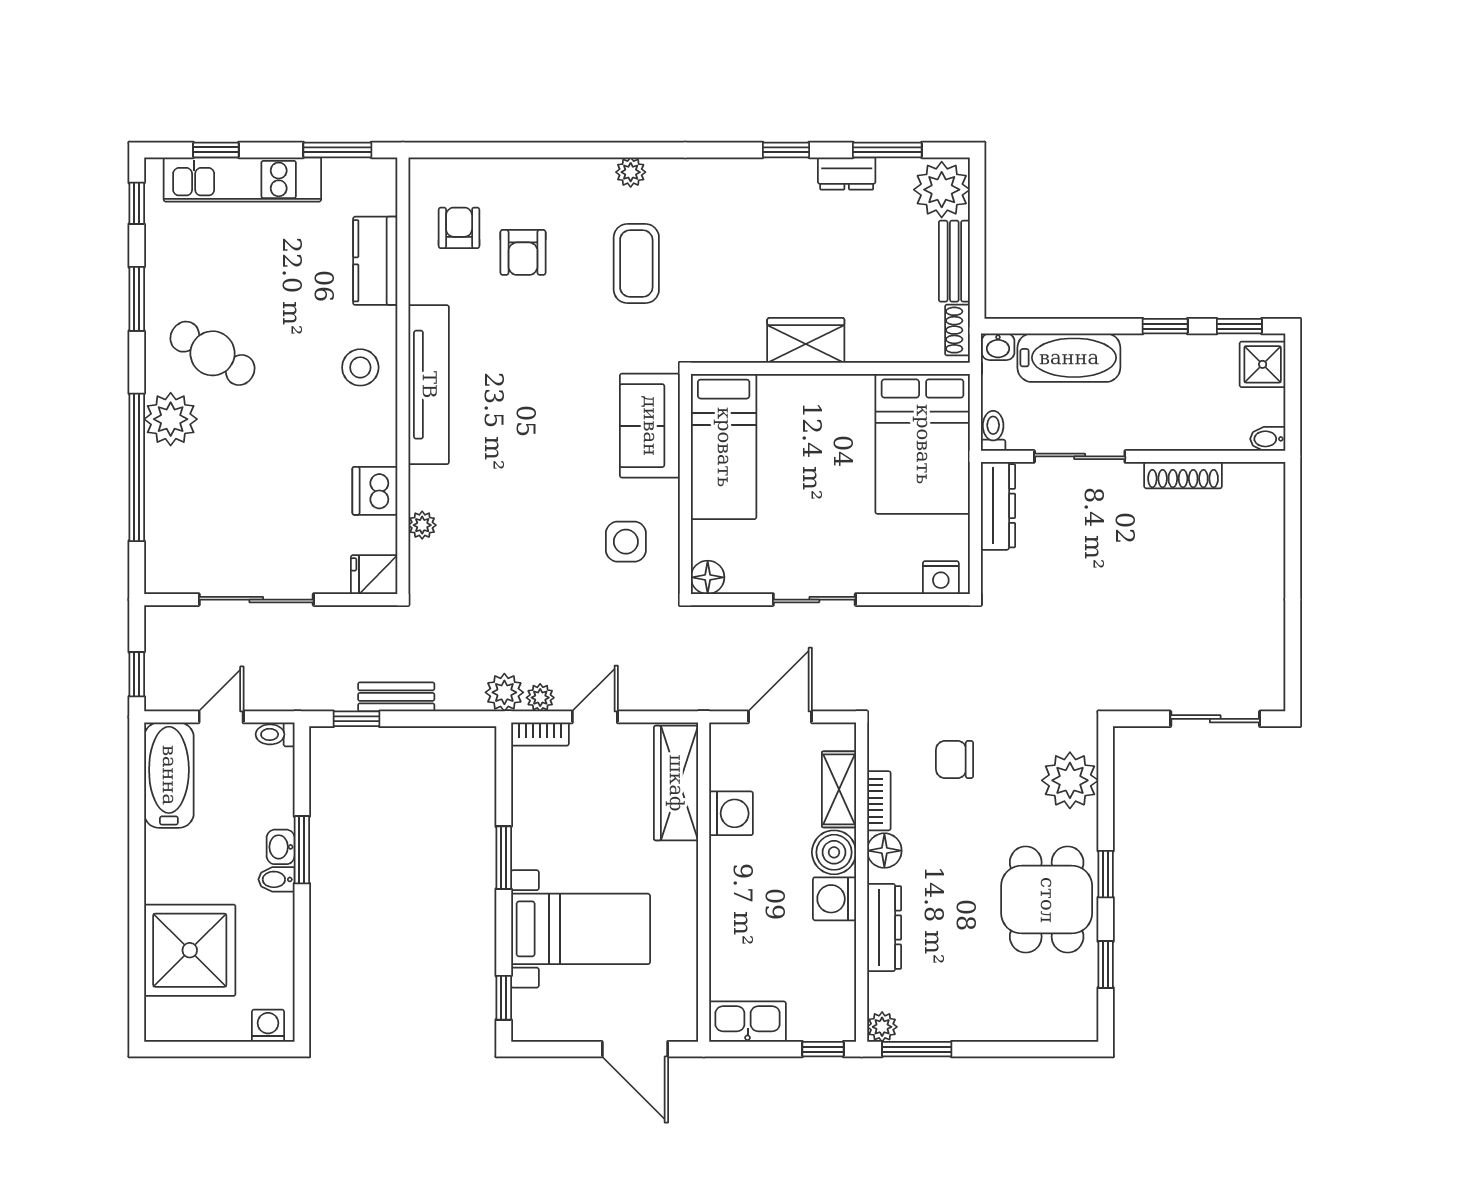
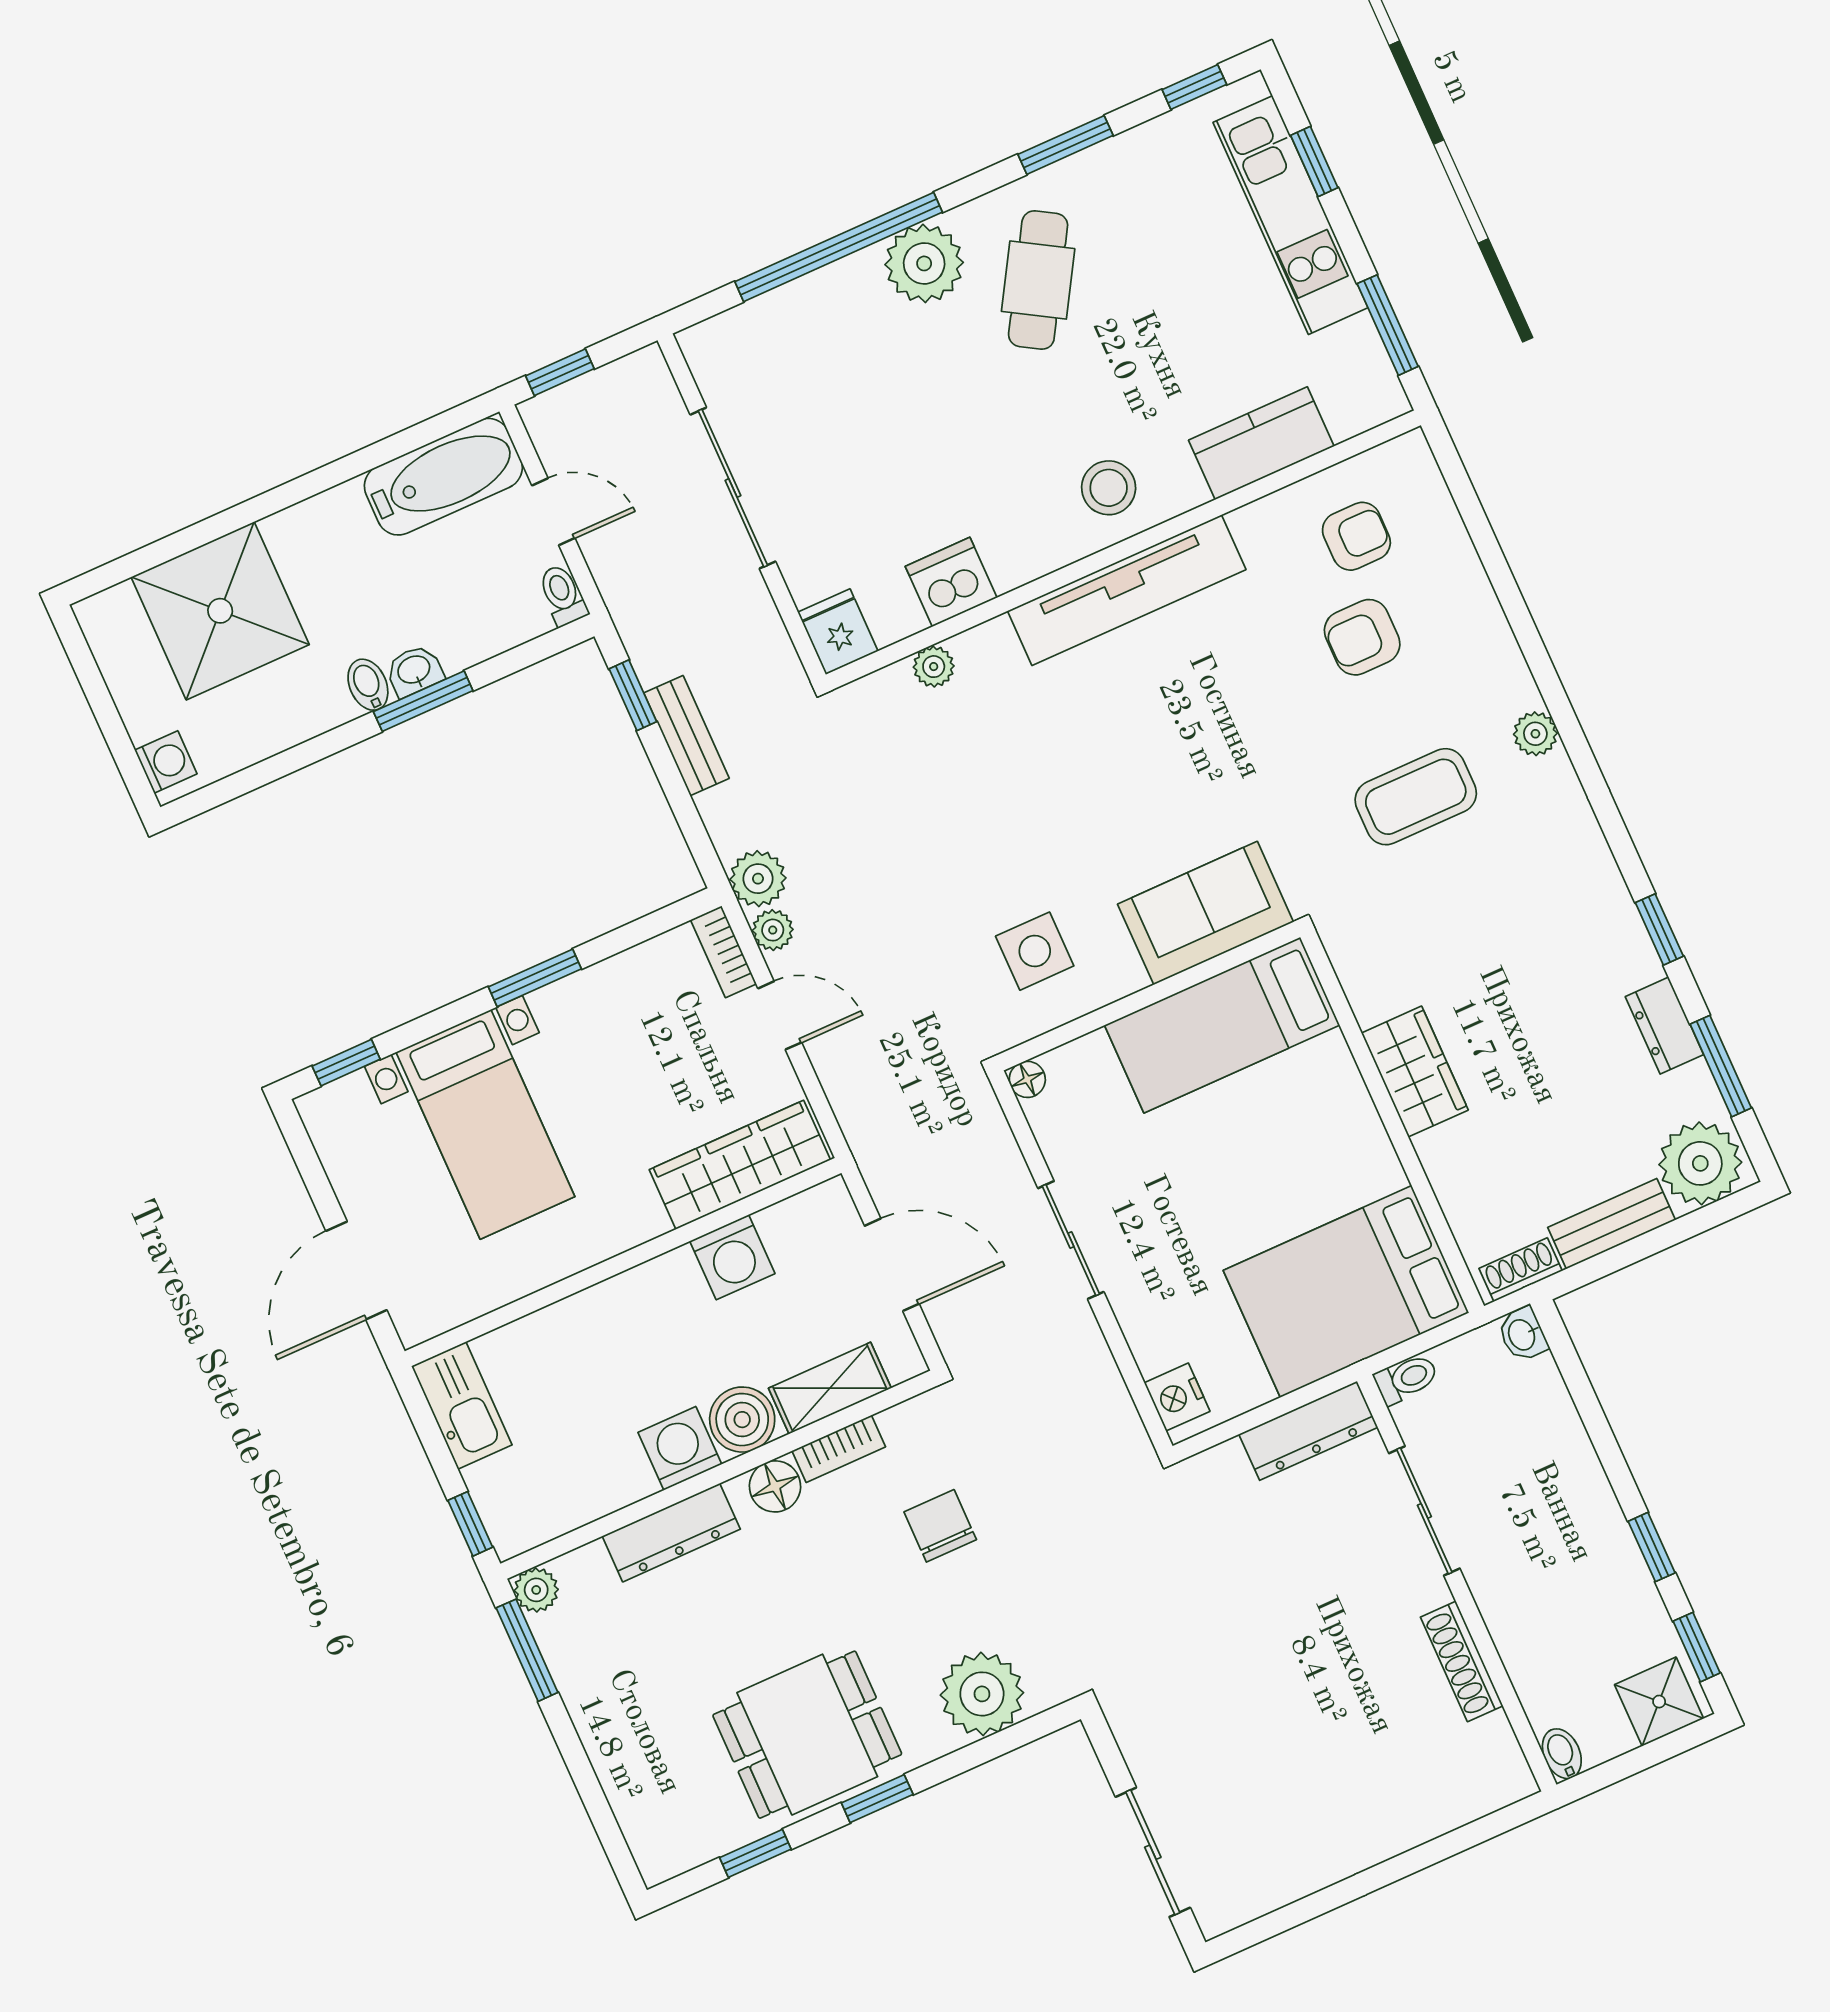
bathtub: (1069, 358) -> (1551, 1437), removed
floor lamp: (708, 577) -> (1027, 1079), width x0.73, depth x0.73

